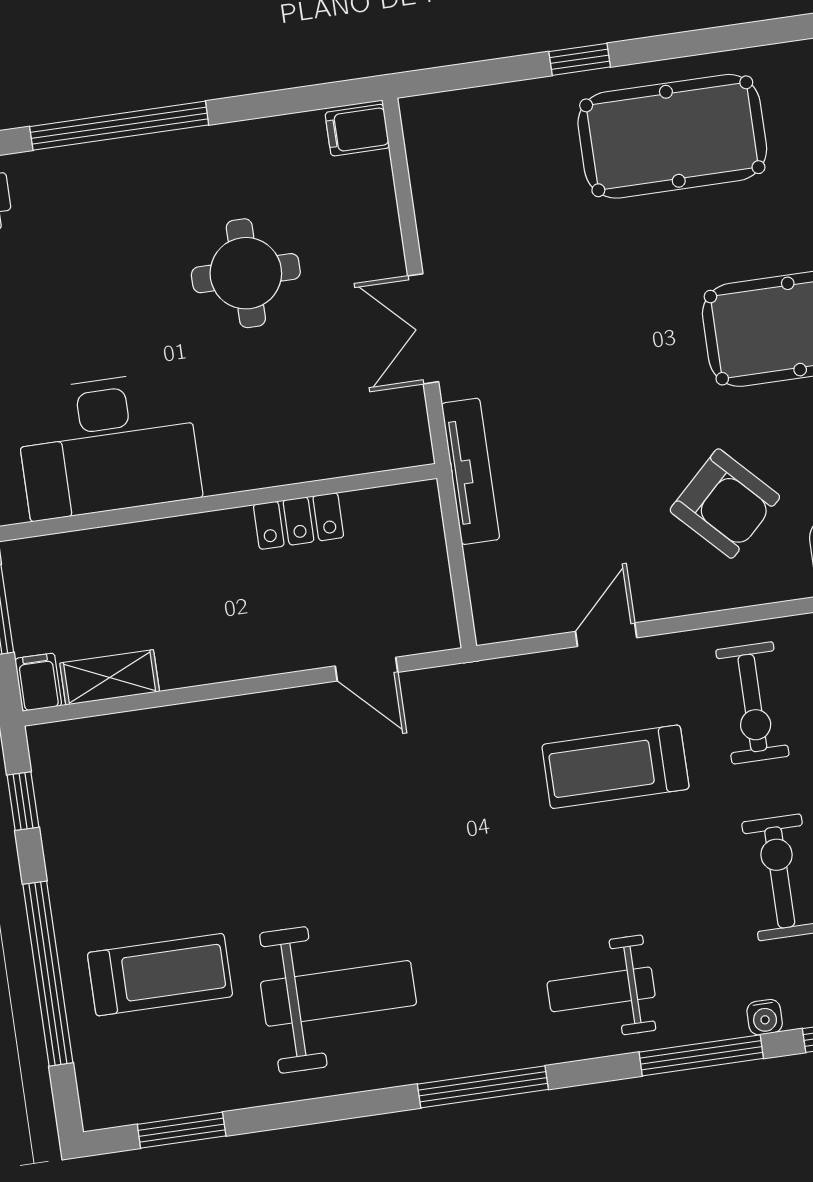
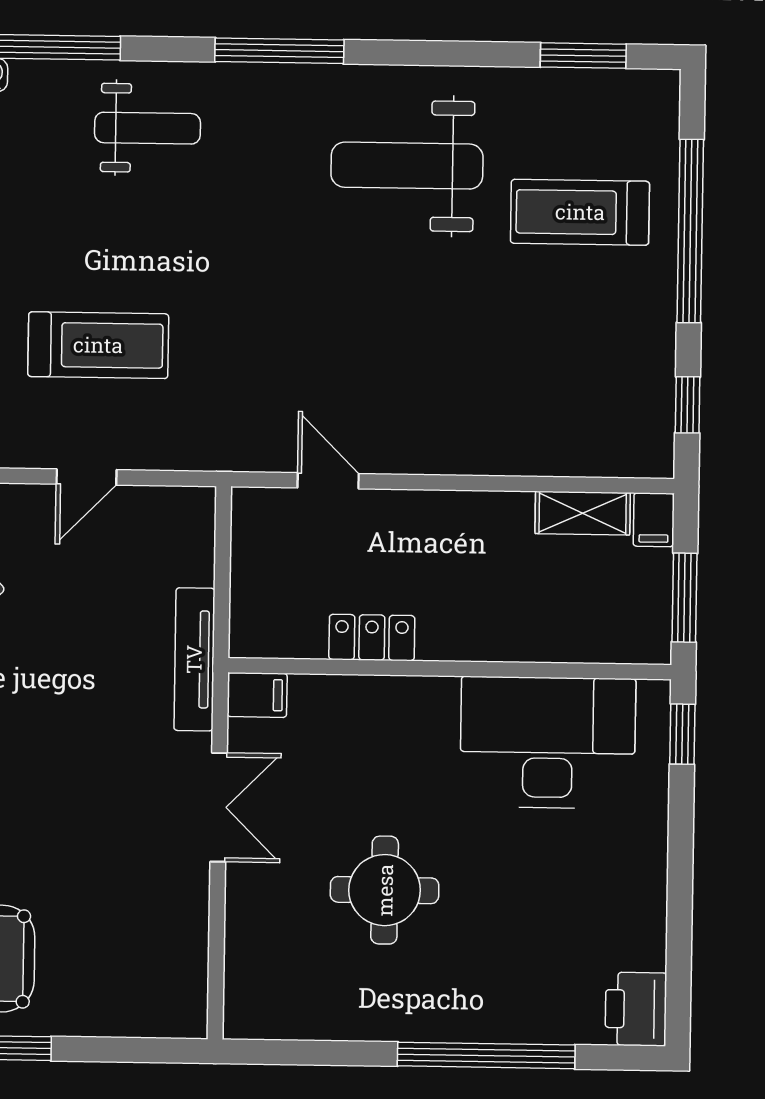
filing cabinet: (357, 130) -> (257, 695), moved

